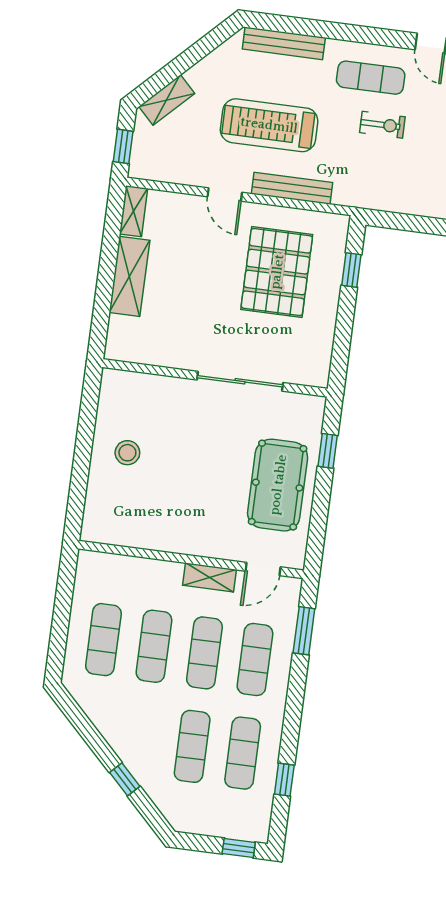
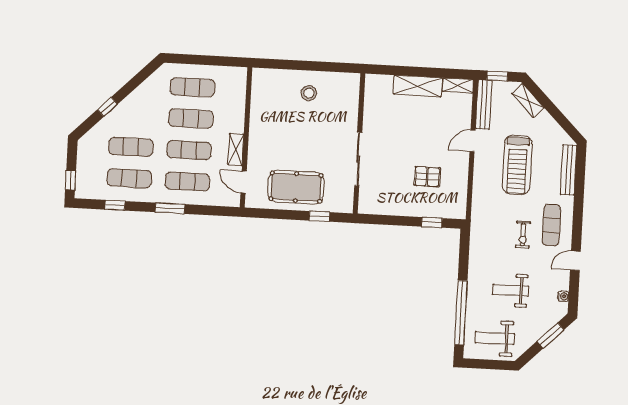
treadmill: (269, 125) -> (517, 165), turned 180
bench: (292, 188) -> (484, 104), moved
pallet: (277, 272) -> (427, 177), width x0.49, depth x0.50
window: (304, 631) -> (170, 208), moved

